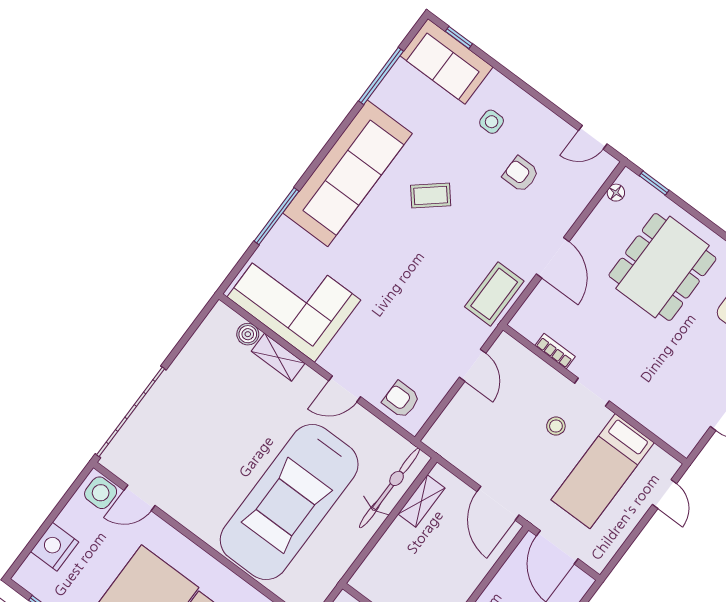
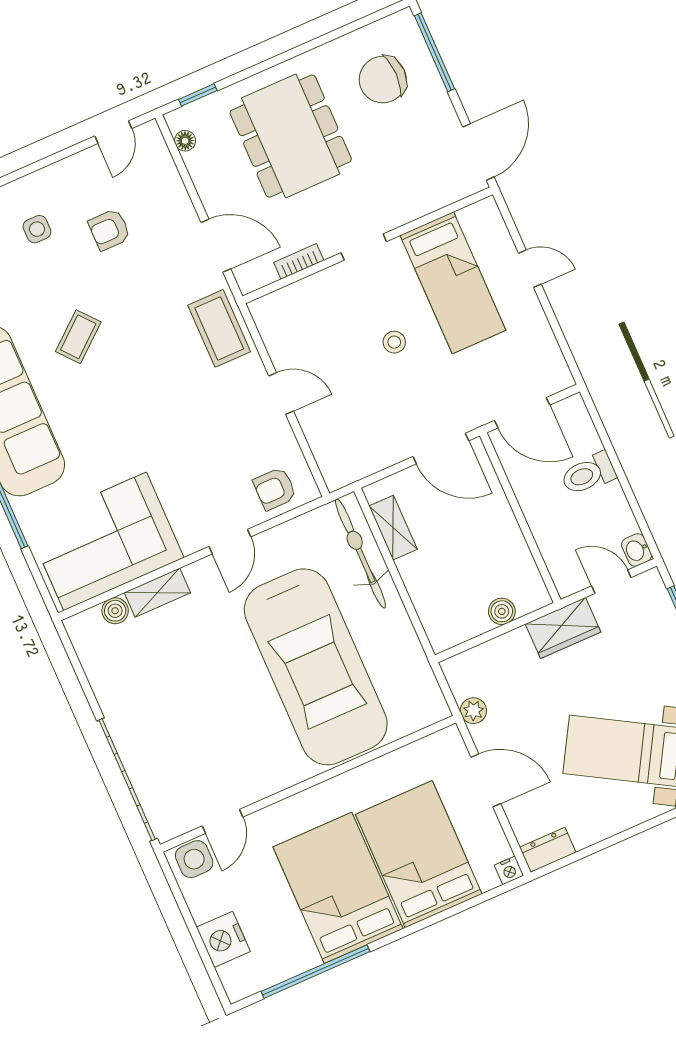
bookcase: (555, 351) -> (299, 261), moved
doorway: (592, 392) -> (364, 247), moved
wall: (595, 394) -> (368, 245), moved
bed: (603, 471) -> (453, 283), moved

